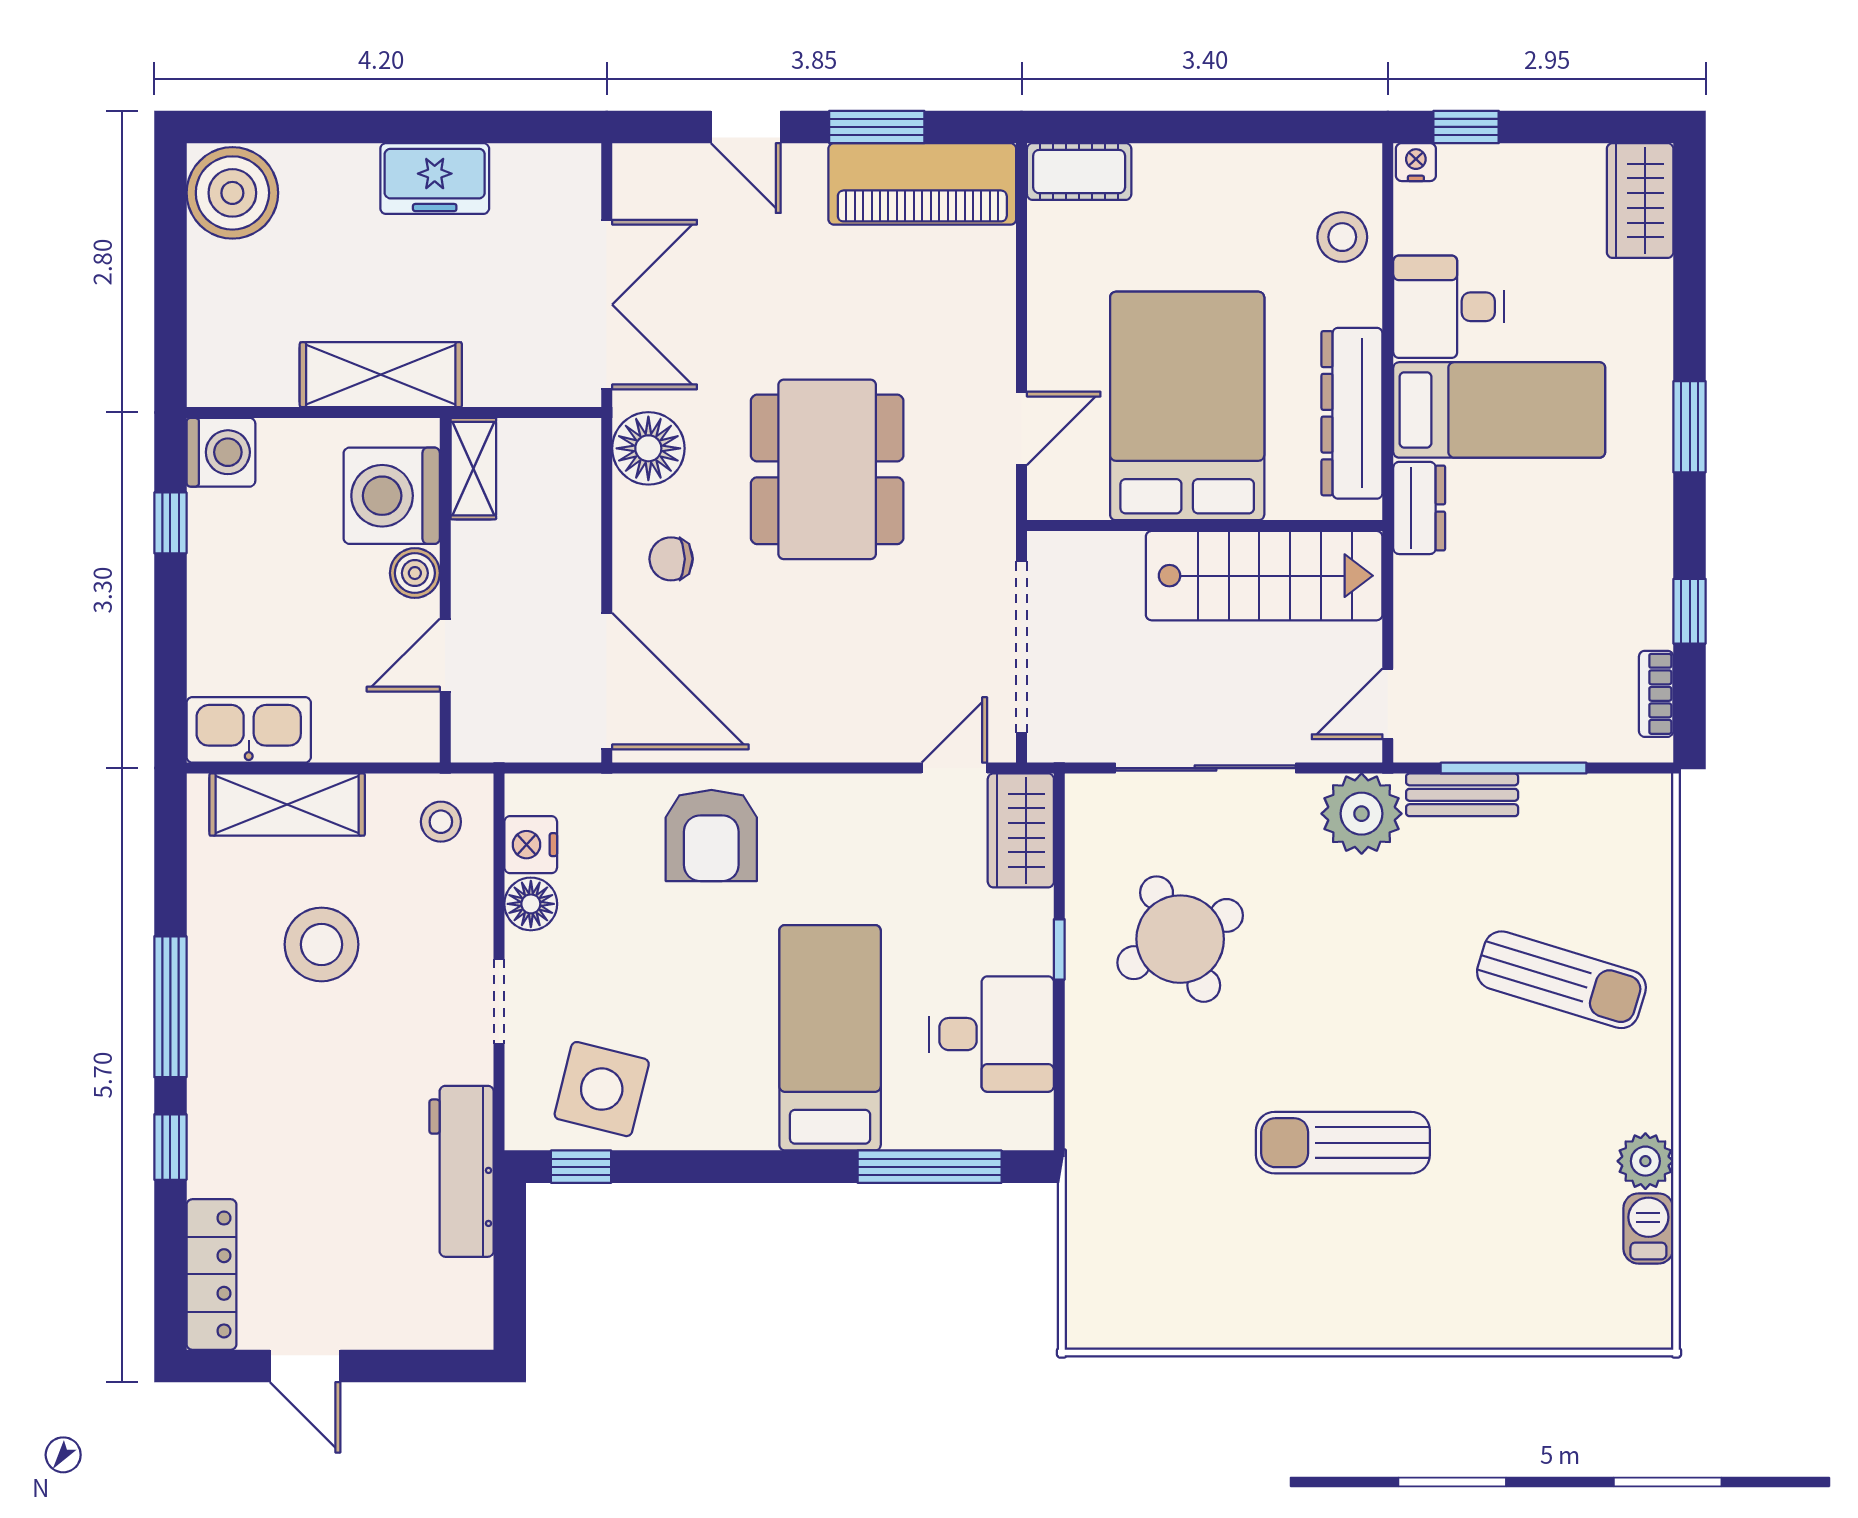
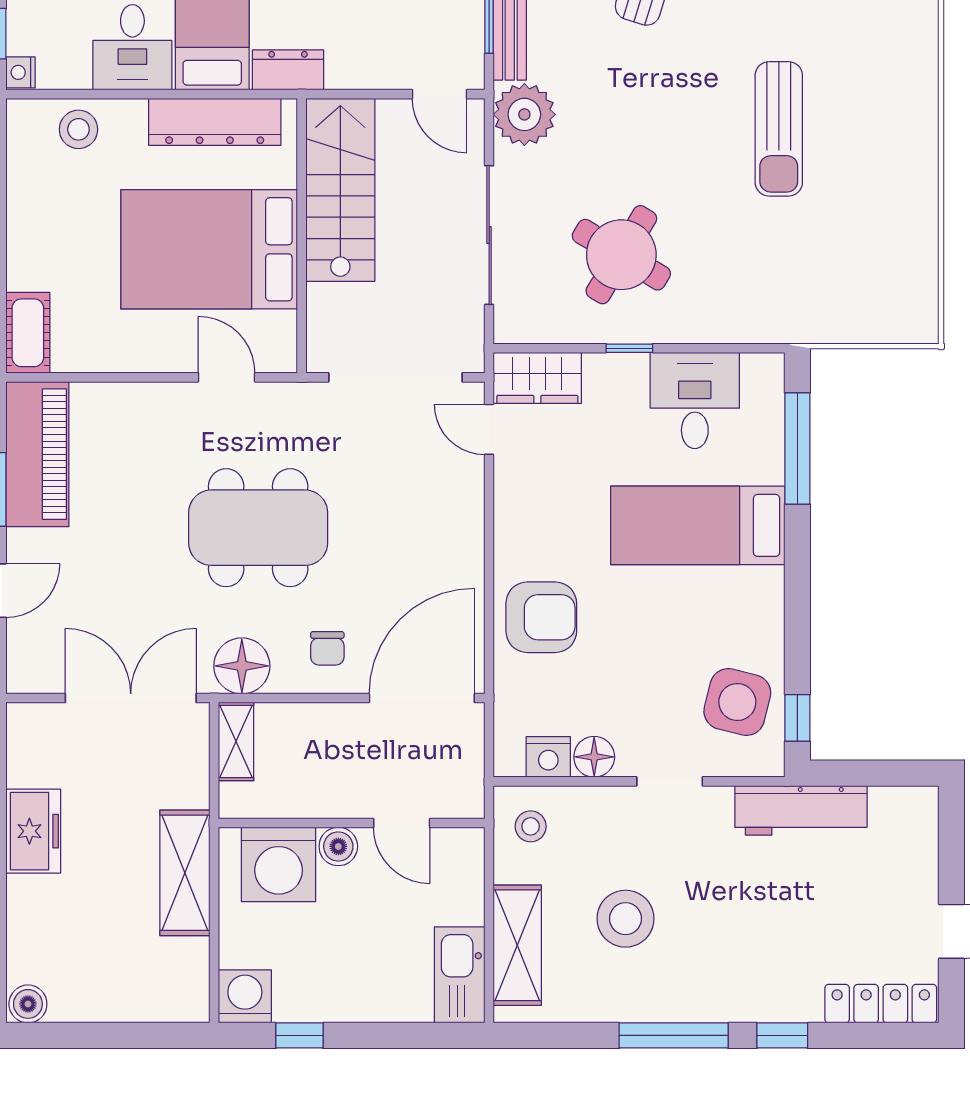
boiler: (232, 193) -> (28, 1004), width x0.54, depth x0.54
shelving: (473, 469) -> (236, 741), moved, turned 90
round table: (1180, 939) -> (621, 255), turned -32

